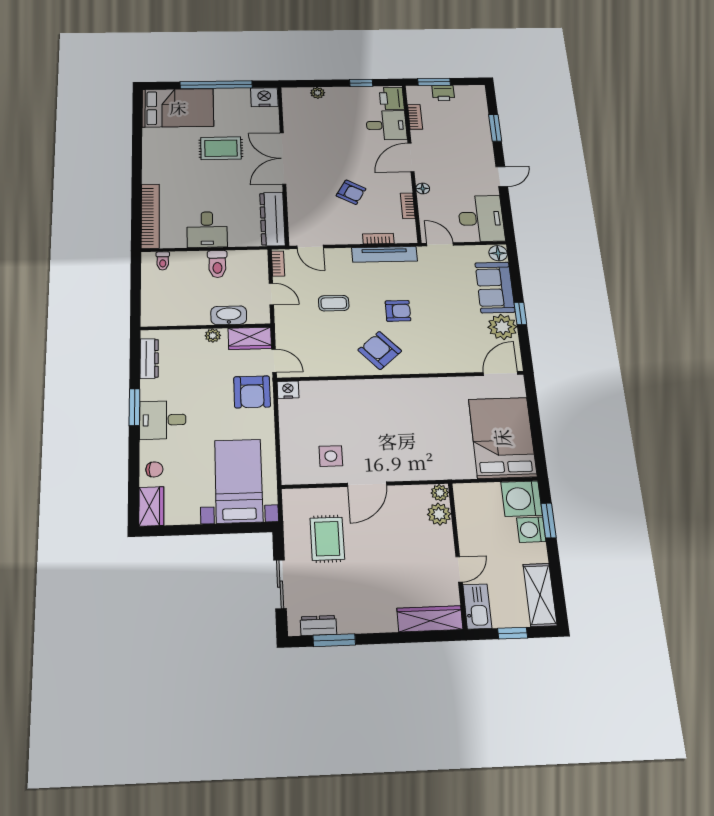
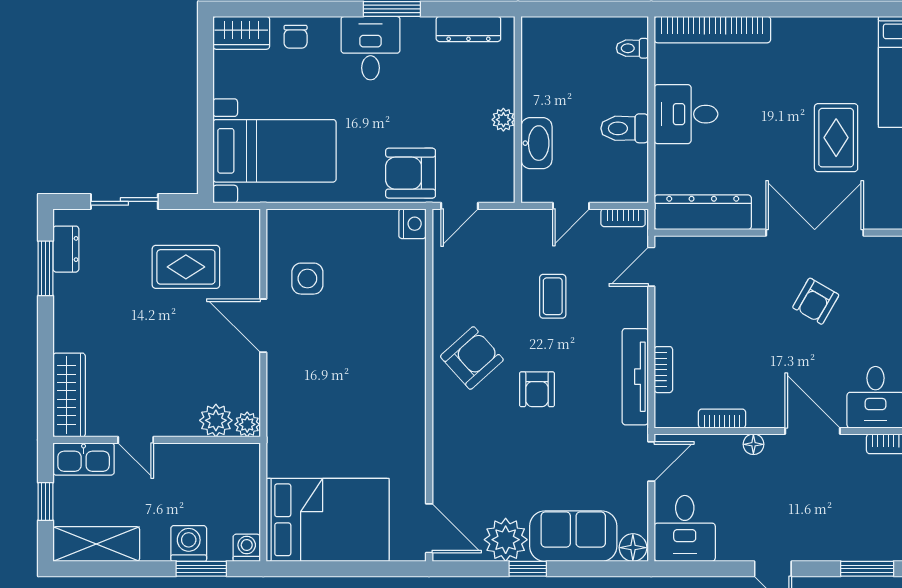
armchair: (351, 192) -> (816, 301), moved
desk: (481, 218) -> (685, 528), width x0.73
wardrobe: (250, 338) -> (497, 172), removed
washing machine: (522, 499) -> (247, 548), width x0.53, depth x0.53

